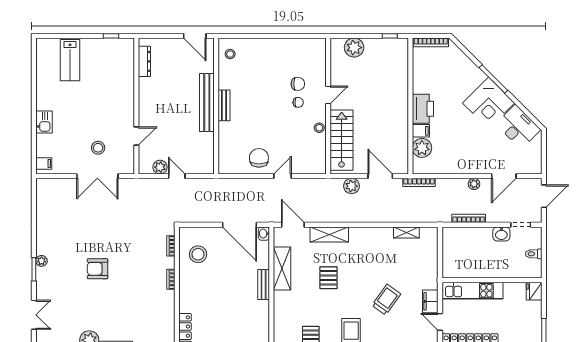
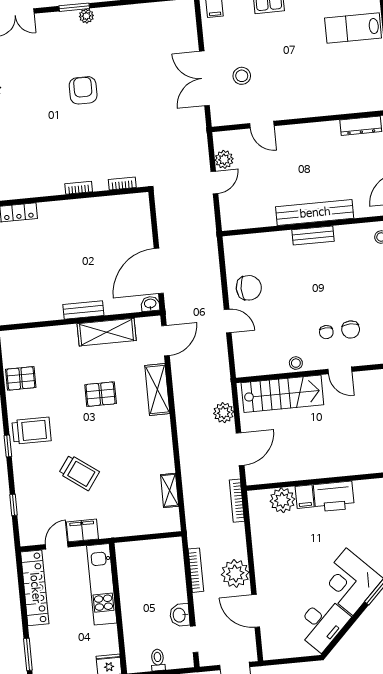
plant: (474, 184) -> (235, 573), width x1.88, depth x1.88
stool: (198, 254) -> (115, 220), removed

